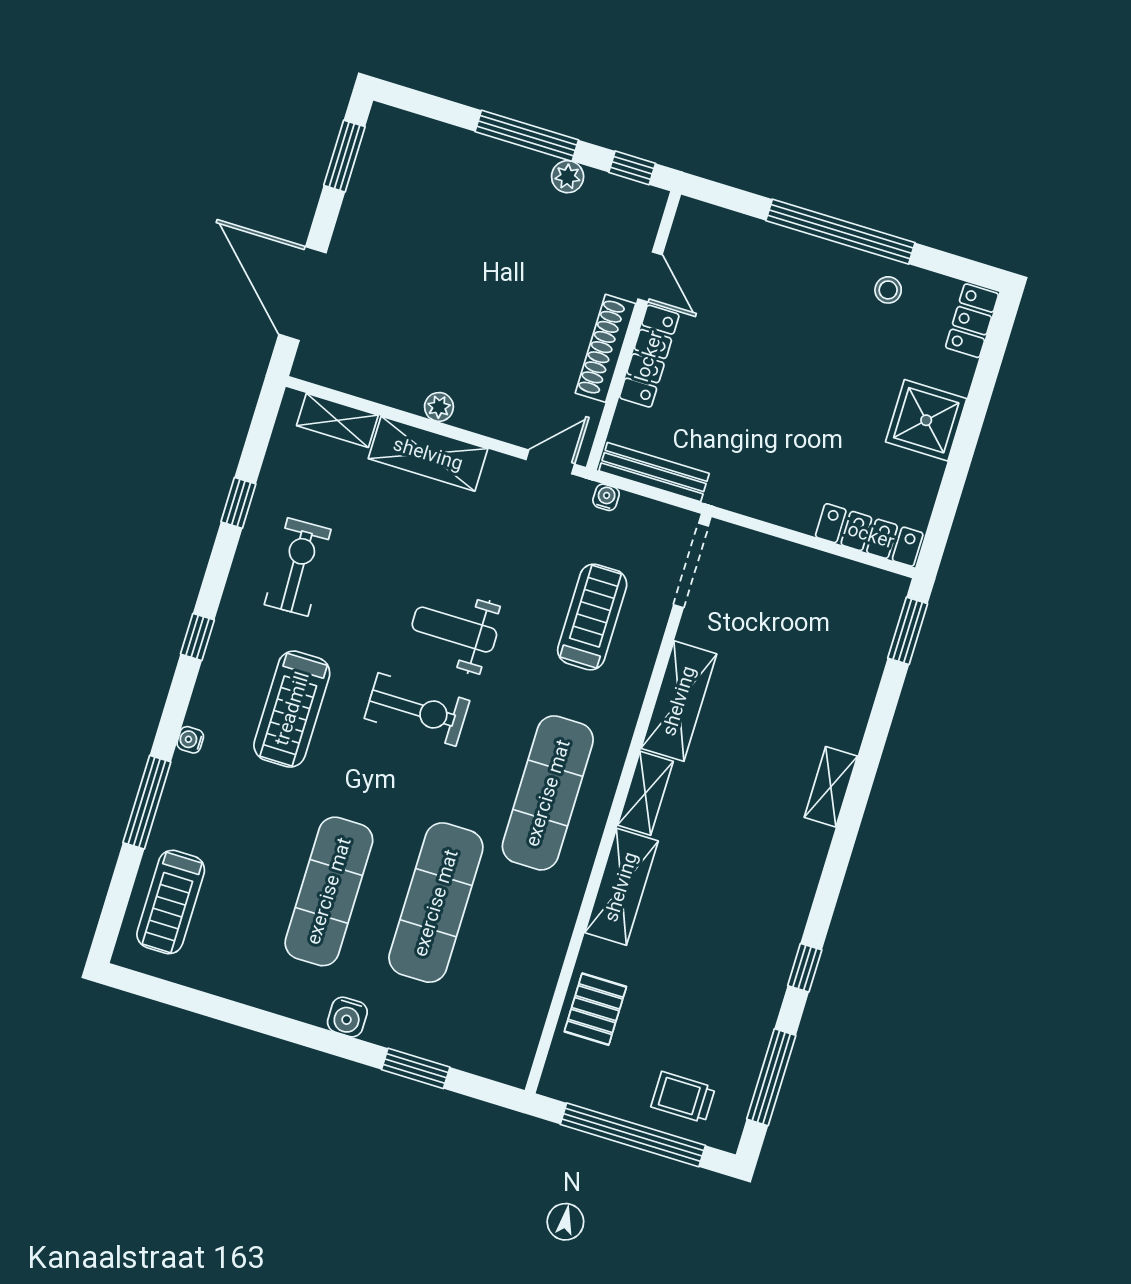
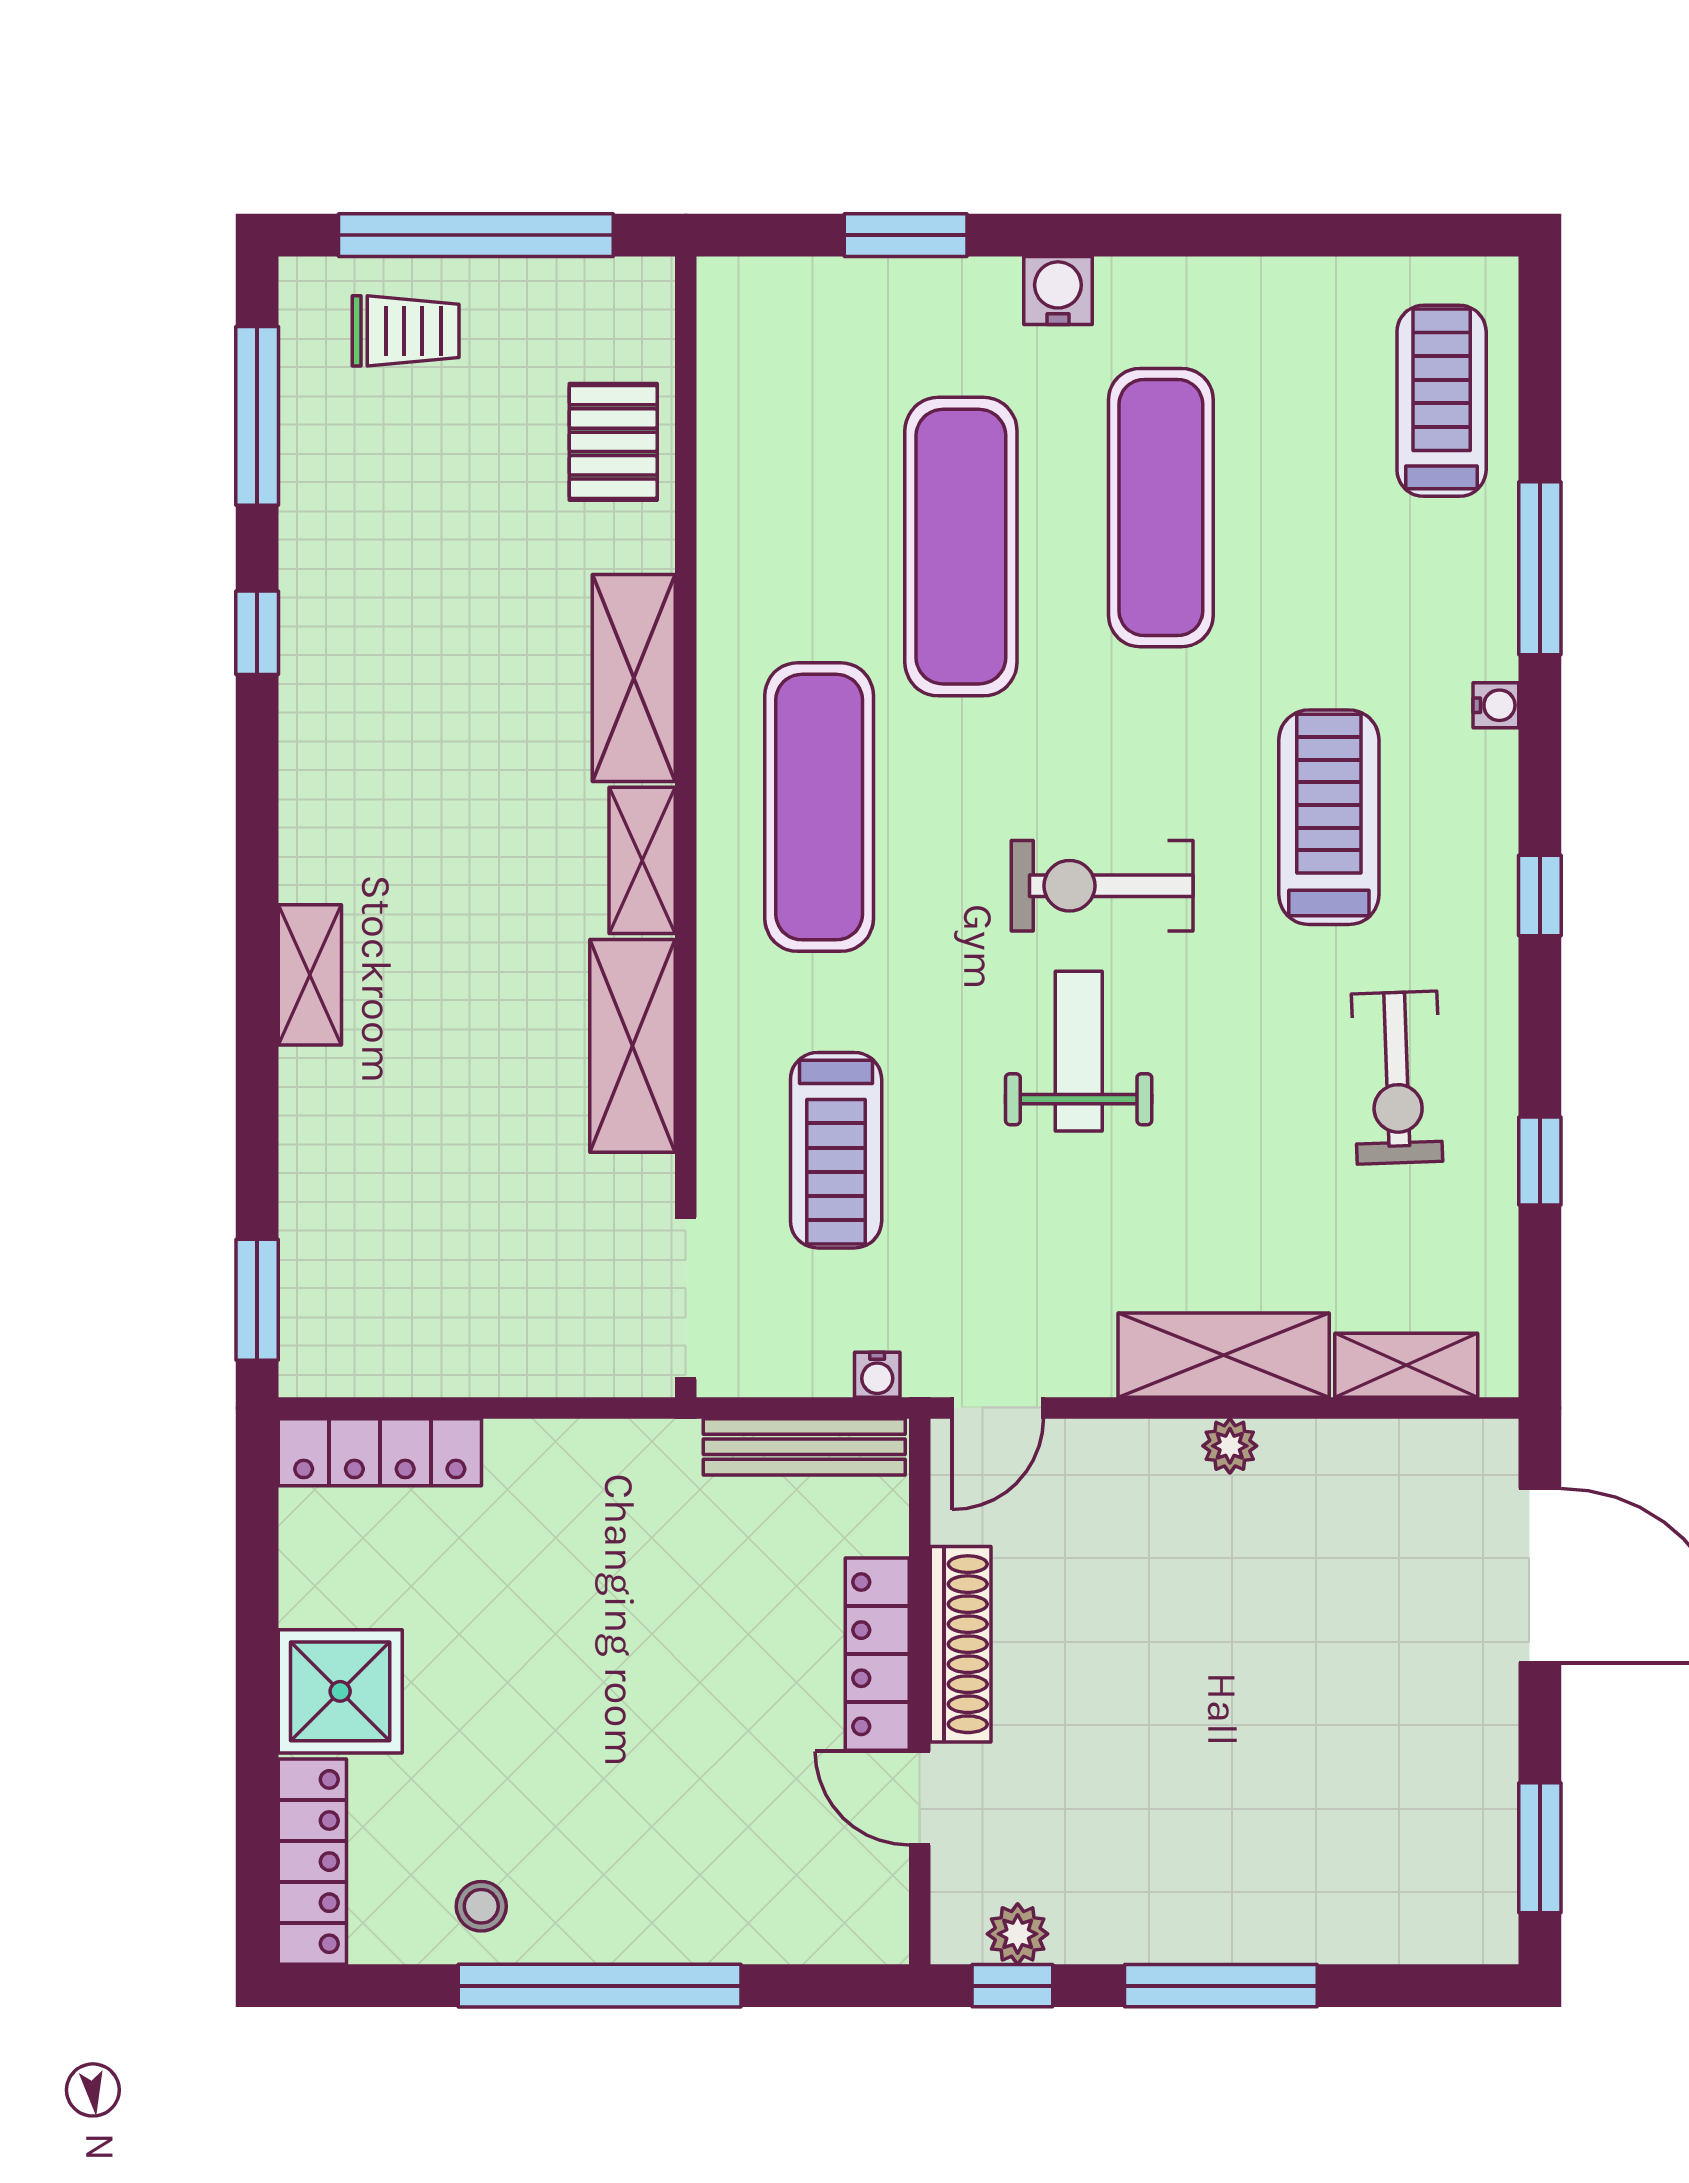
plant: (568, 177) -> (1018, 1934), moved
locker: (972, 321) -> (312, 1862), width x1.53
weight bench: (454, 630) -> (1079, 1051), turned -90

